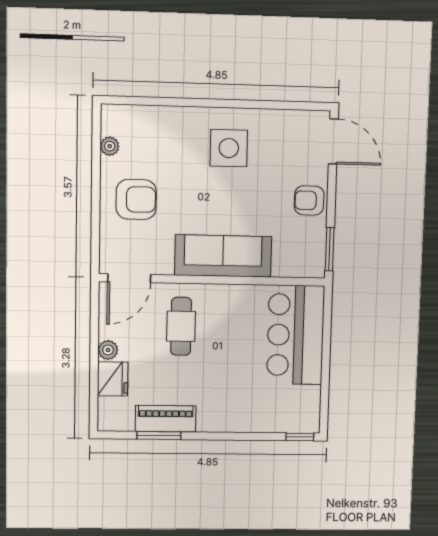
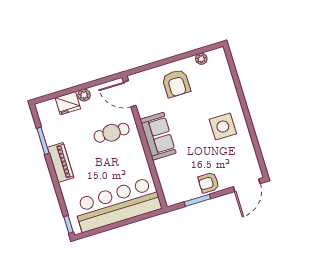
armchair: (309, 200) -> (209, 183), turned -91
window: (330, 249) -> (197, 200), moved
sofa: (223, 256) -> (158, 136), width x0.73
bar counter: (295, 335) -> (117, 205), width x1.36
piano: (166, 419) -> (61, 163), moved

